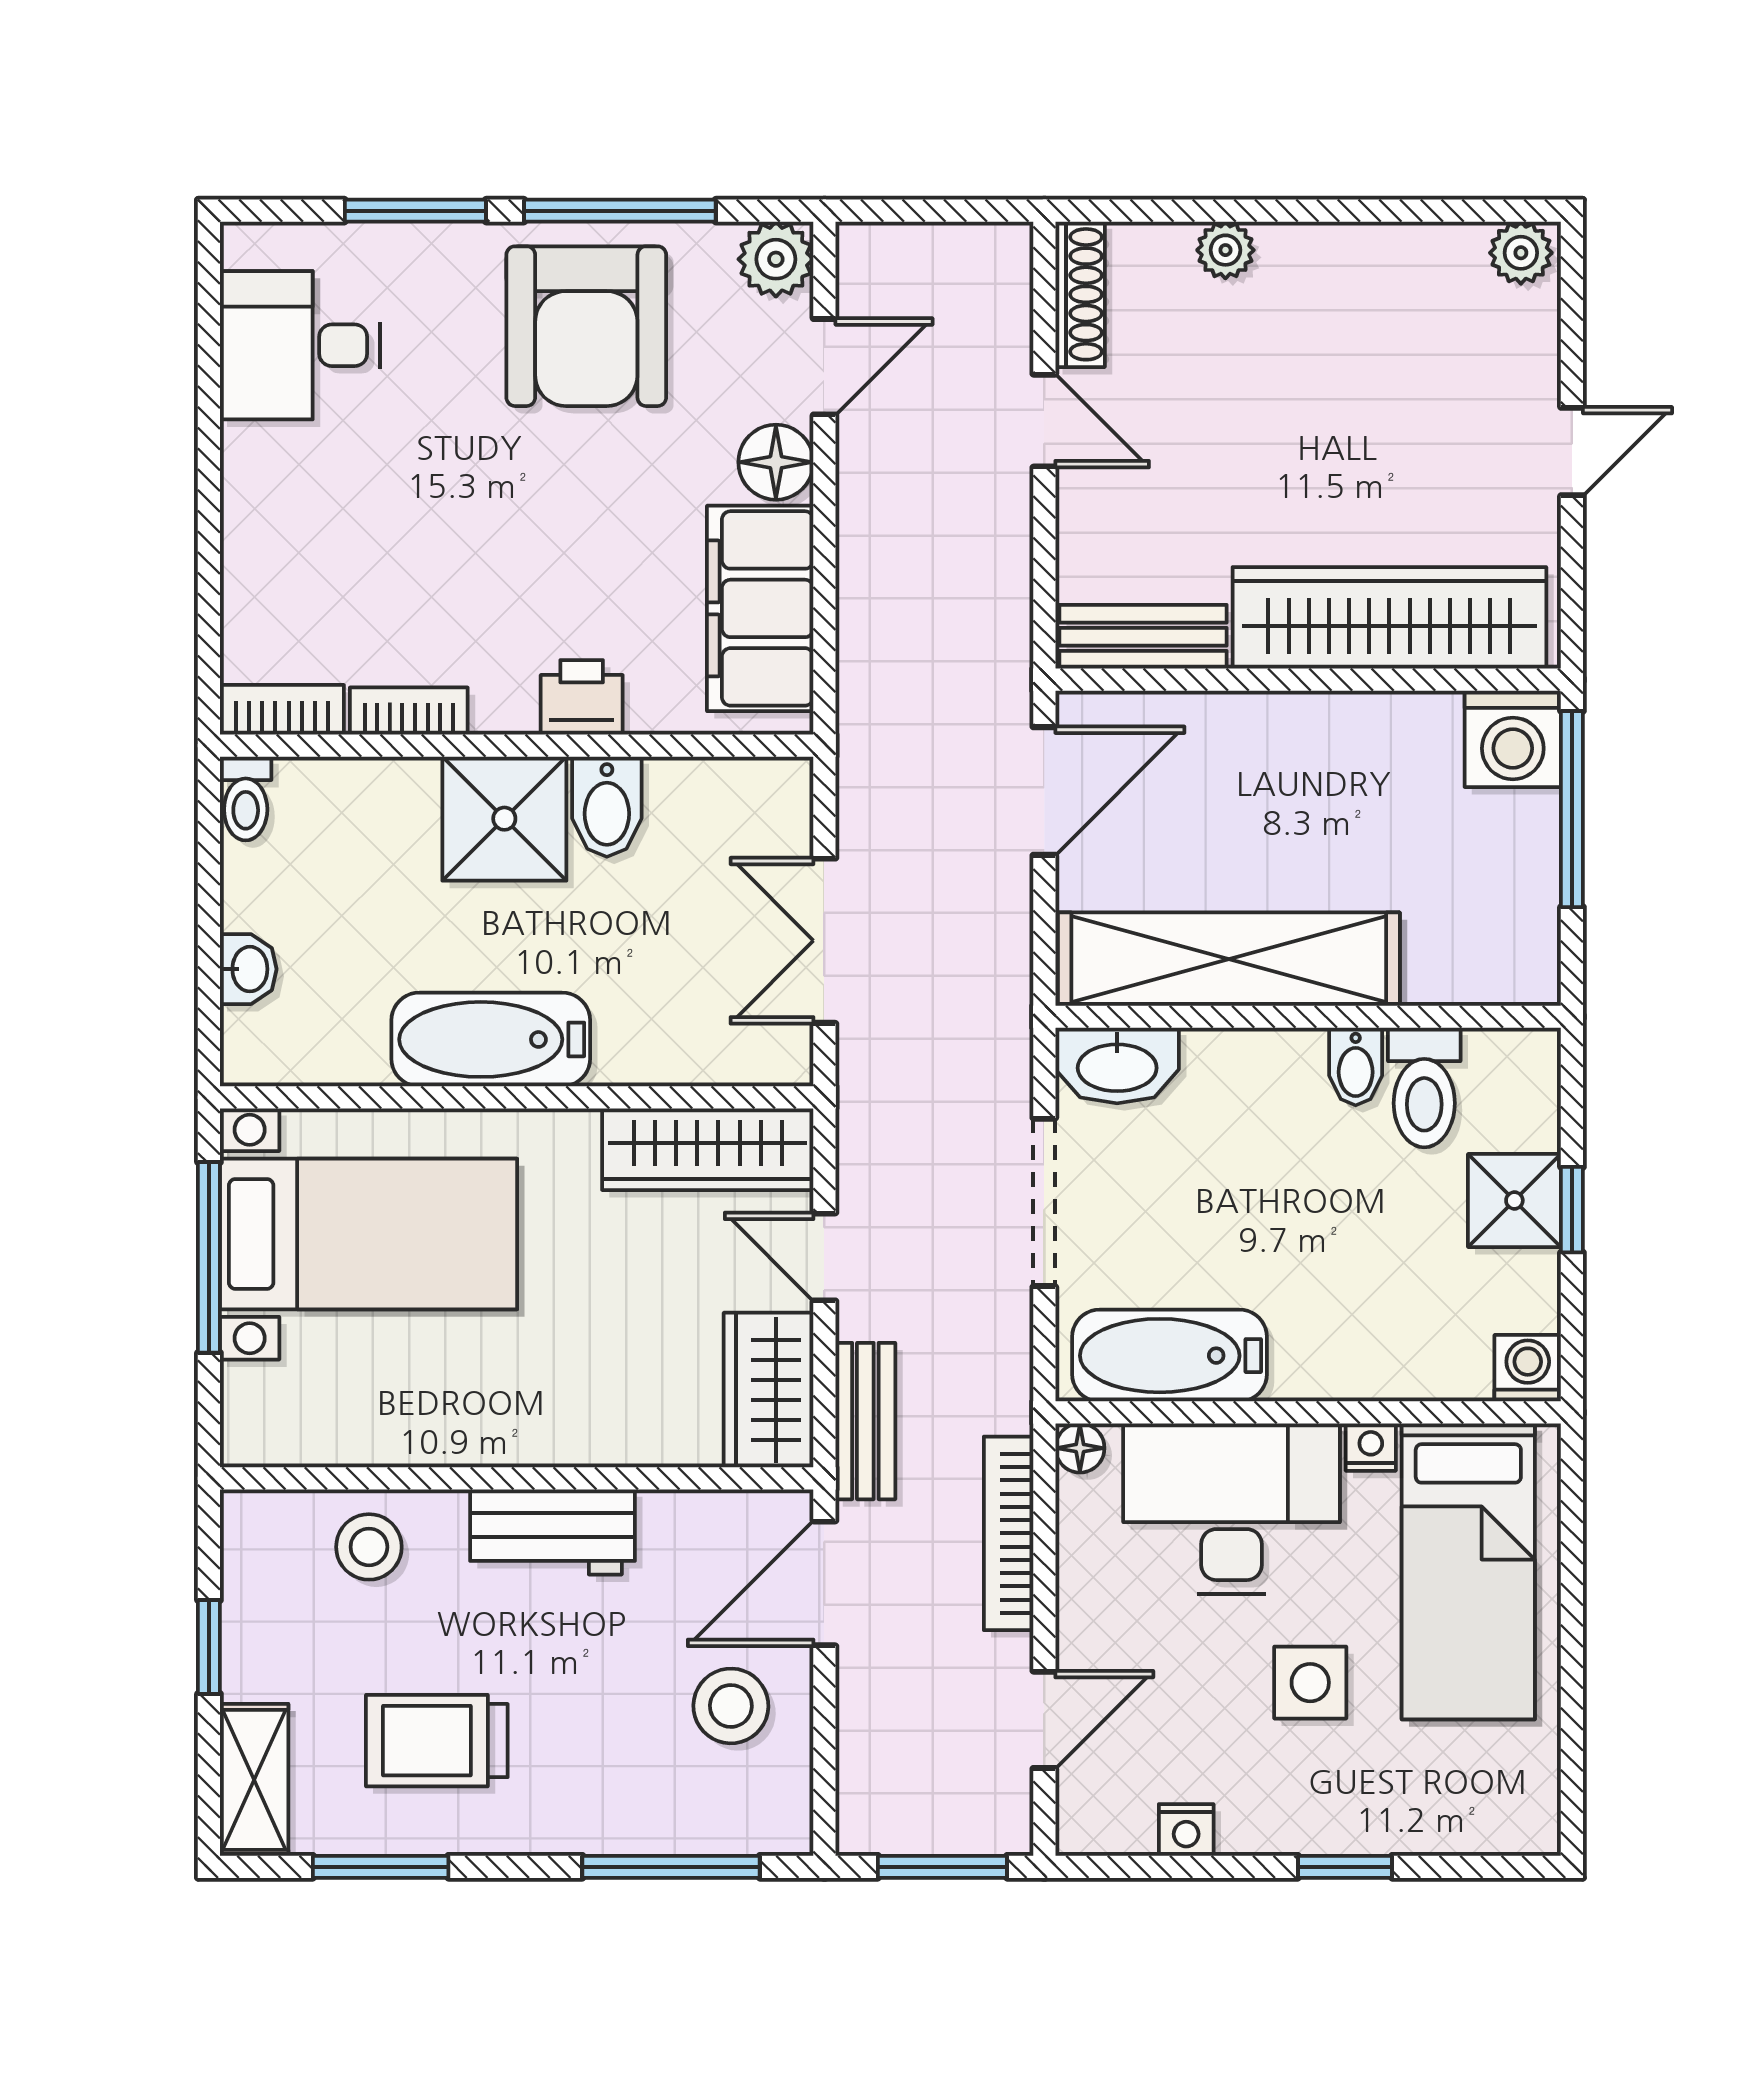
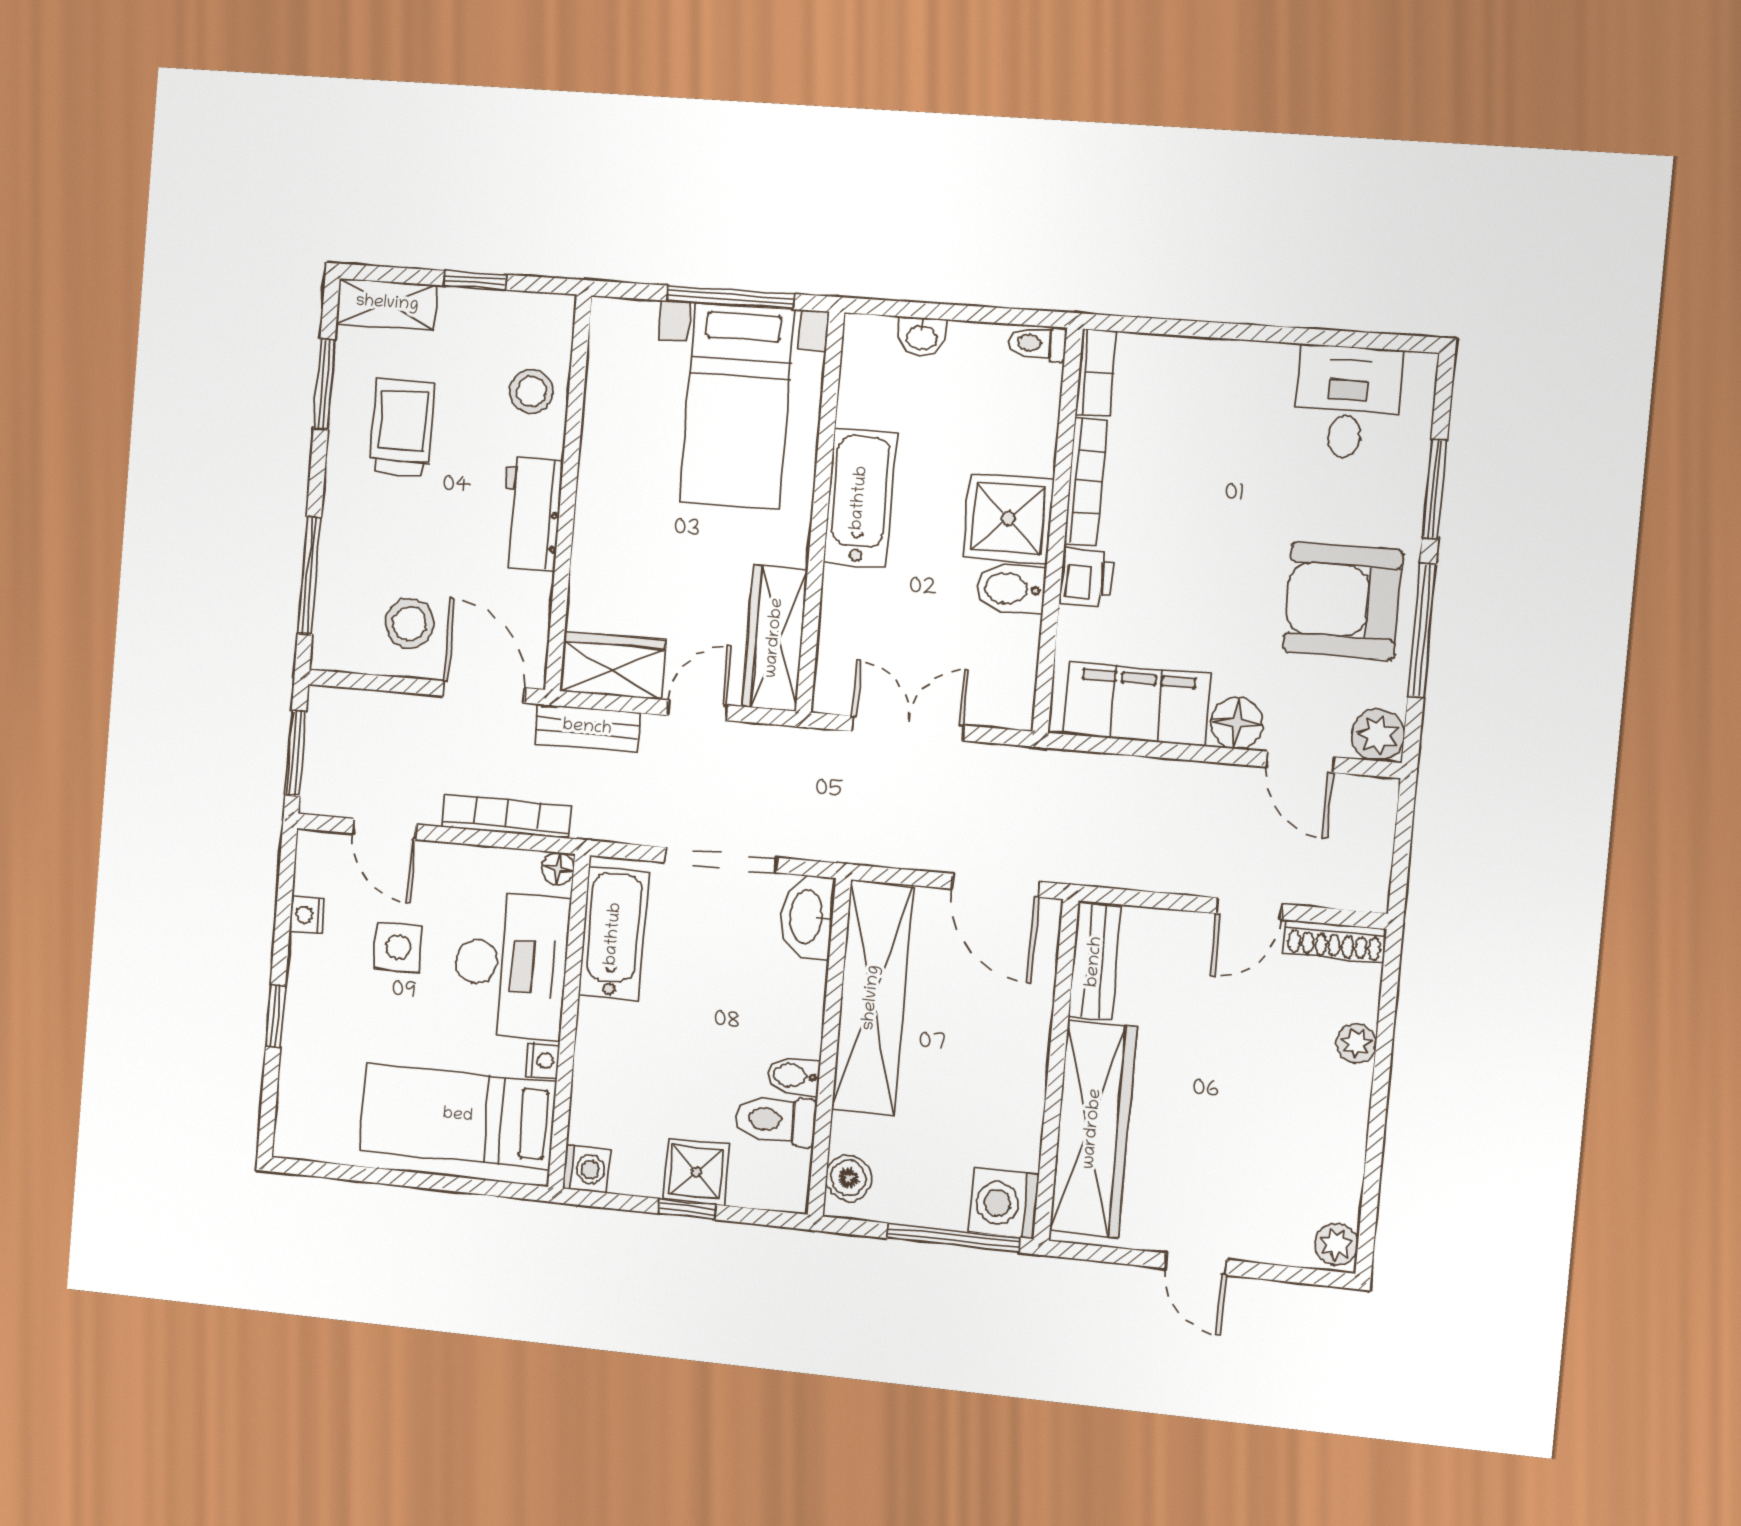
bookcase: (409, 711) -> (1086, 481), width x1.56
boiler: (1500, 972) -> (849, 1178), added
side table: (1310, 1683) -> (398, 947), moved

